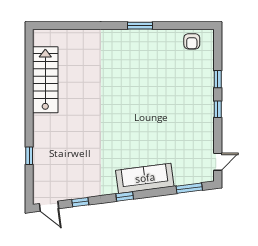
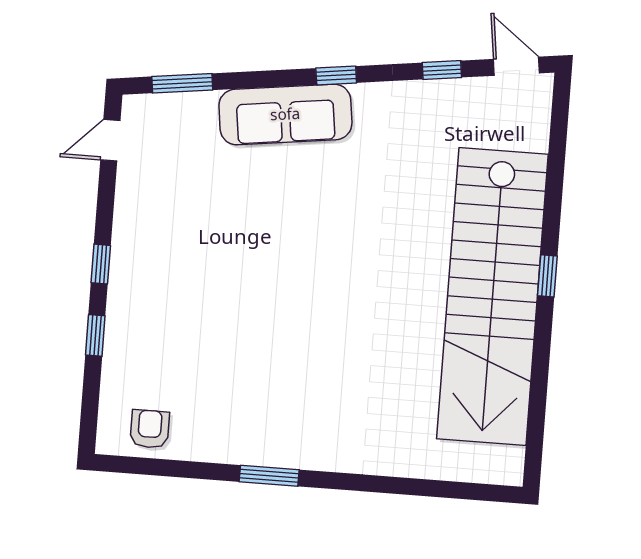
stairs: (45, 80) -> (492, 297), width x1.86, depth x1.51
window: (29, 156) -> (547, 276), moved

